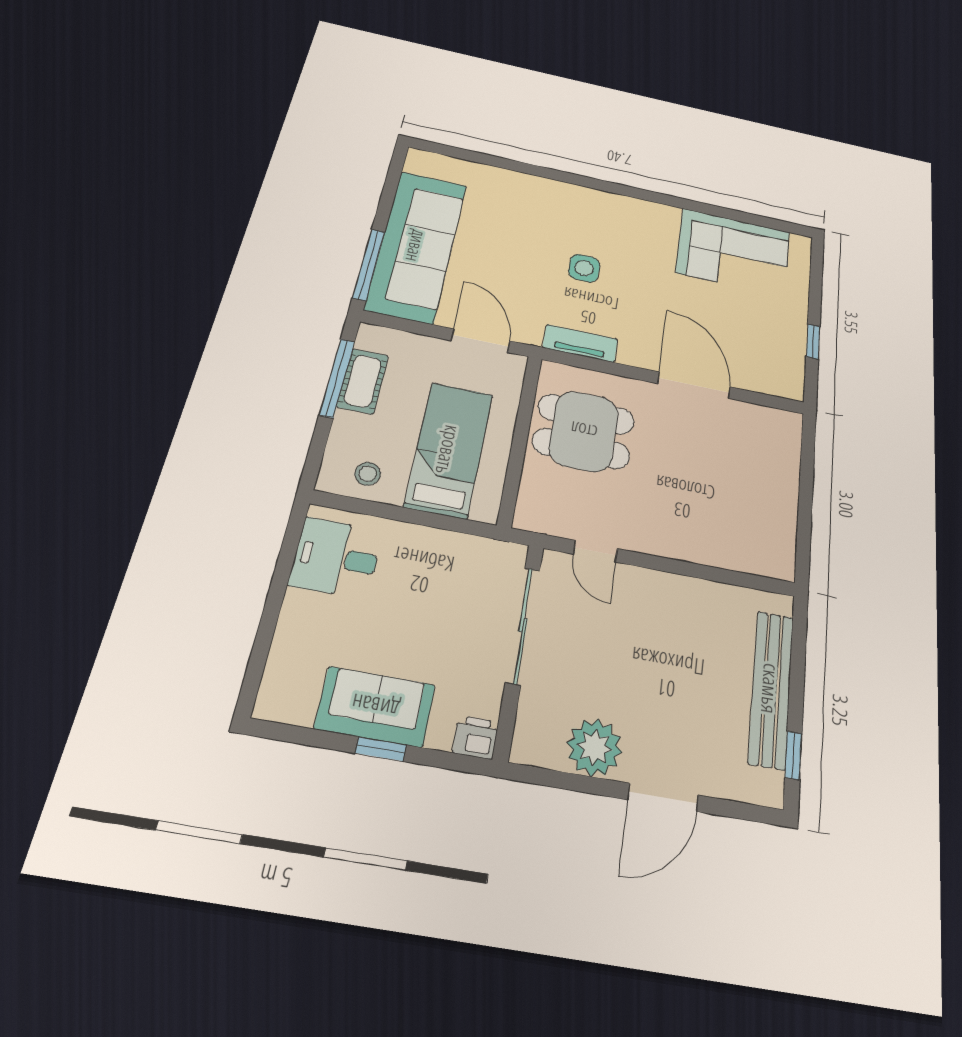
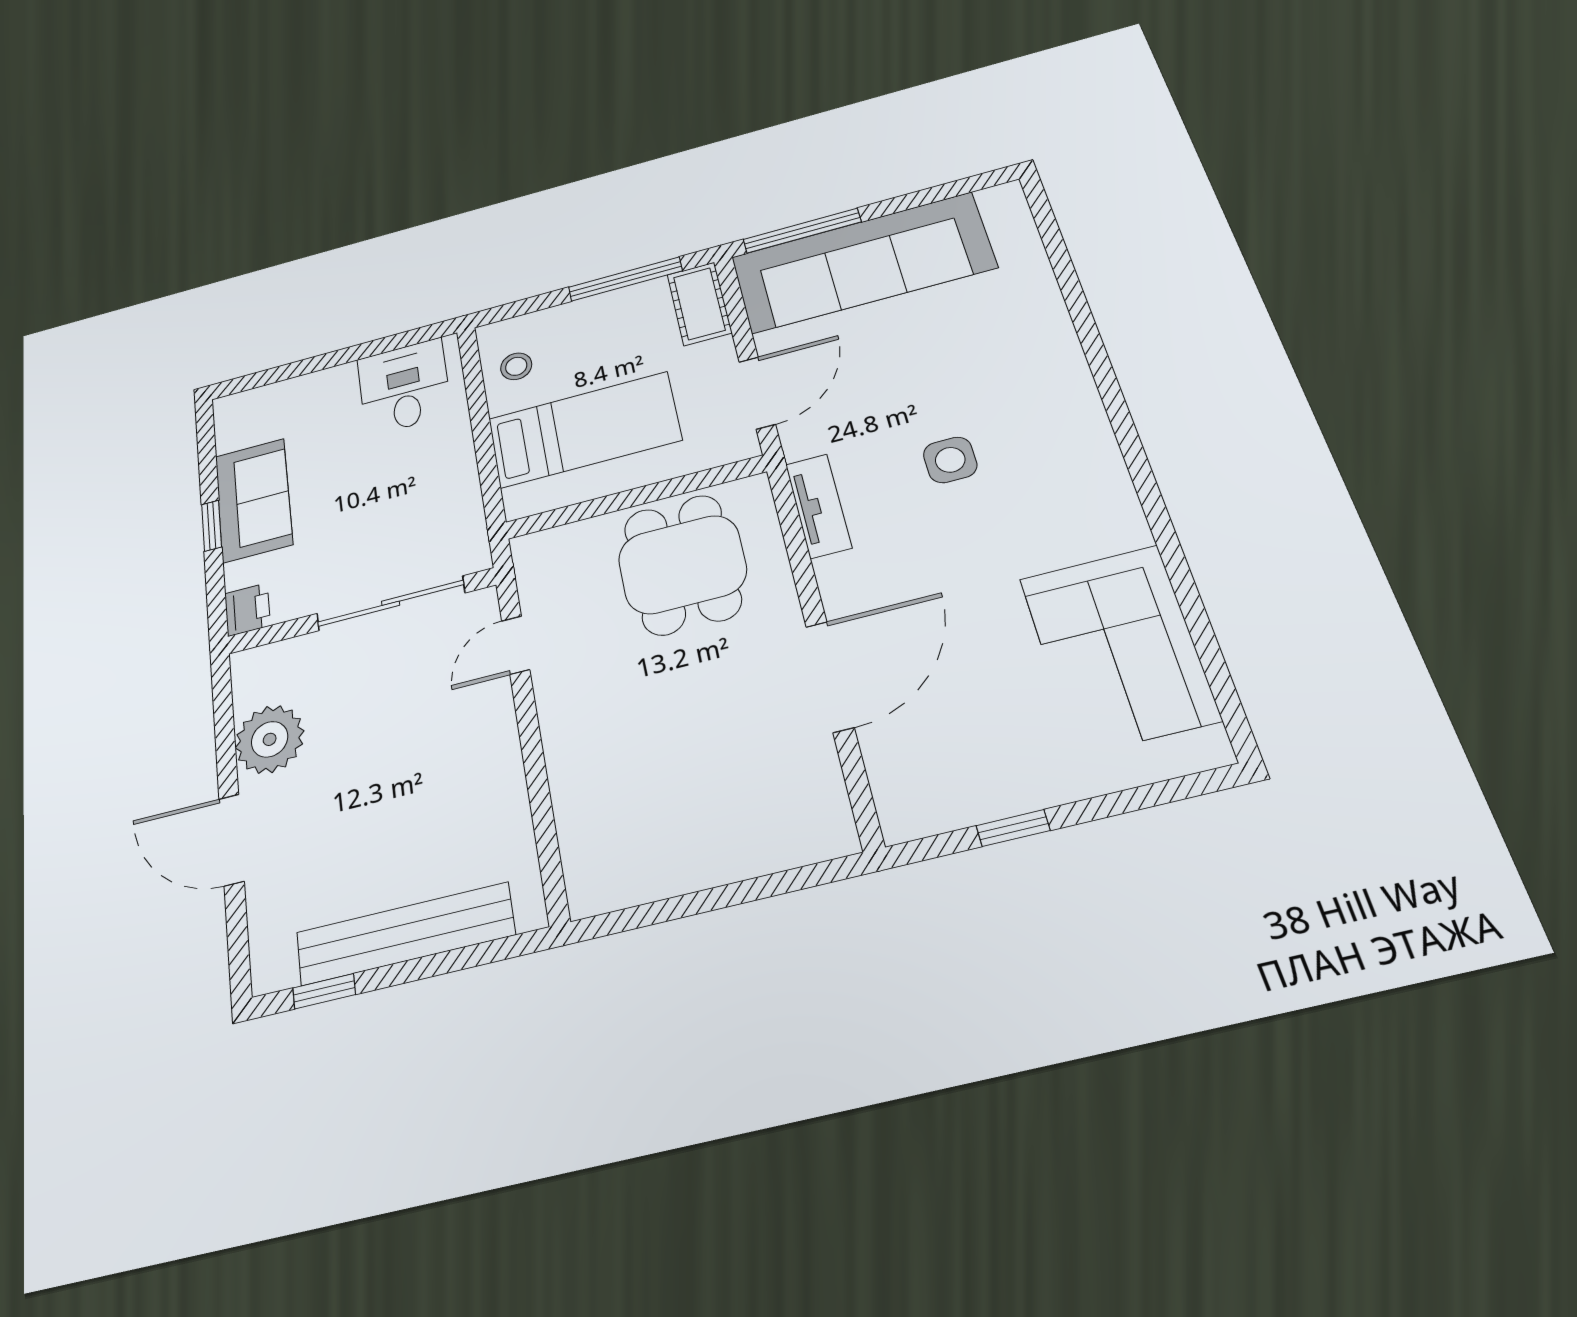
cot: (363, 381) -> (699, 304), moved, turned 90

